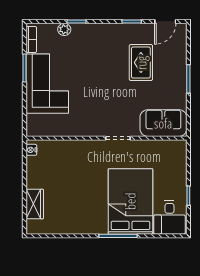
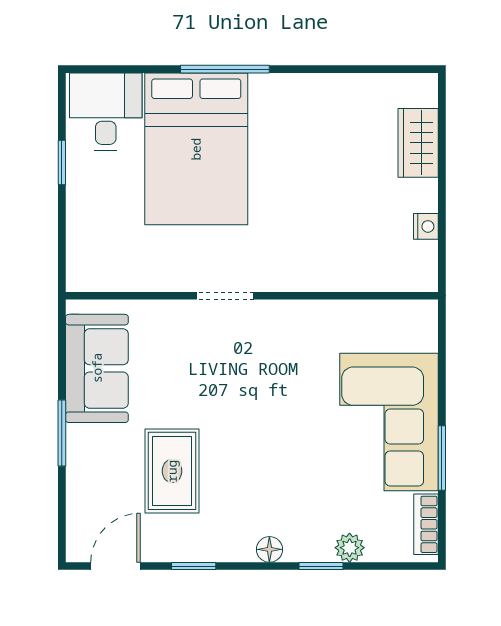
floor lamp: (99, 29) -> (269, 549), added
sofa: (163, 123) -> (97, 368), moved, turned -90
nightstand: (31, 150) -> (426, 226), moved

